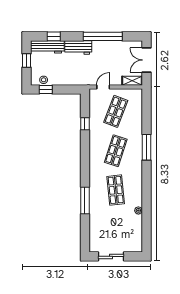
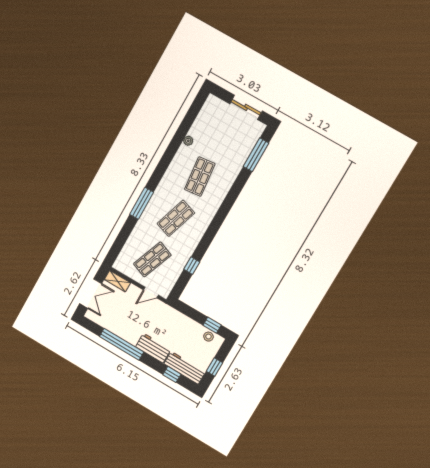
window: (85, 200) -> (256, 155), moved

